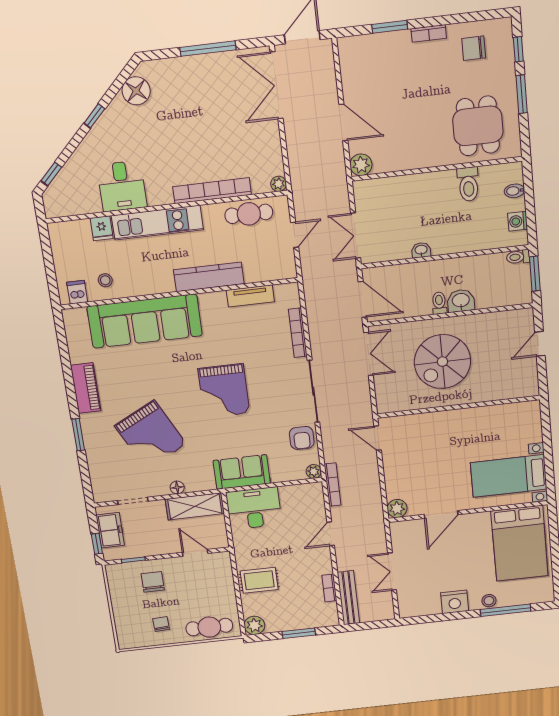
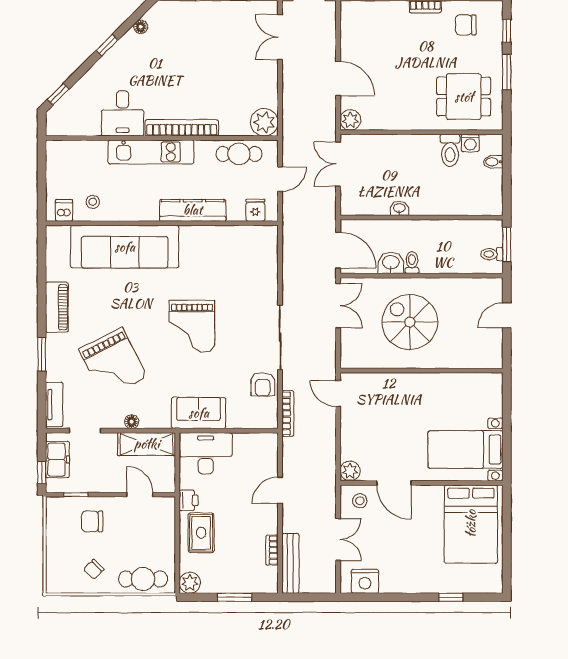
double door: (277, 85) -> (280, 37), width x0.73
floor lamp: (136, 91) -> (141, 27), width x0.53, depth x0.53
dining table: (478, 126) -> (464, 97), turned 90
plant: (279, 184) -> (264, 122), width x1.88, depth x1.88
bookcase: (212, 191) -> (182, 128), moved
washing machine: (518, 221) -> (470, 143), moved, turned -90
fridge: (102, 228) -> (255, 210), moved, turned 180
double door: (356, 236) -> (338, 164), moved
toilet: (518, 257) -> (492, 254), moved
tv unit: (250, 296) -> (54, 405), moved, turned -90
washbasin: (461, 301) -> (391, 263), moved
bookcase: (298, 333) -> (272, 276), removed
spiral stairs: (442, 362) -> (410, 322), turned 90
plant: (314, 471) -> (271, 421), removed
bookcase: (333, 485) -> (288, 413), moved
door: (441, 515) -> (394, 483), hinge flipped
printer: (243, 553) -> (189, 500), added
double door: (392, 571) -> (338, 539), swing flipped
rug: (259, 580) -> (201, 533), turned 90
chair: (153, 582) -> (92, 521), turned -90
stool: (489, 601) -> (360, 501), moved
nightstand: (455, 602) -> (365, 581), moved
window: (506, 610) -> (451, 597), width x0.46
chair: (161, 624) -> (94, 569), turned -132

